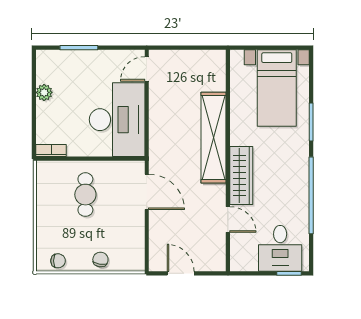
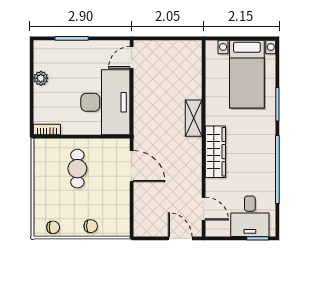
shelving: (214, 138) -> (194, 118), width x0.45, depth x0.75
door: (228, 220) -> (204, 209), moved
chair: (100, 259) -> (91, 226), turned 81
door: (181, 273) -> (180, 238), moved

